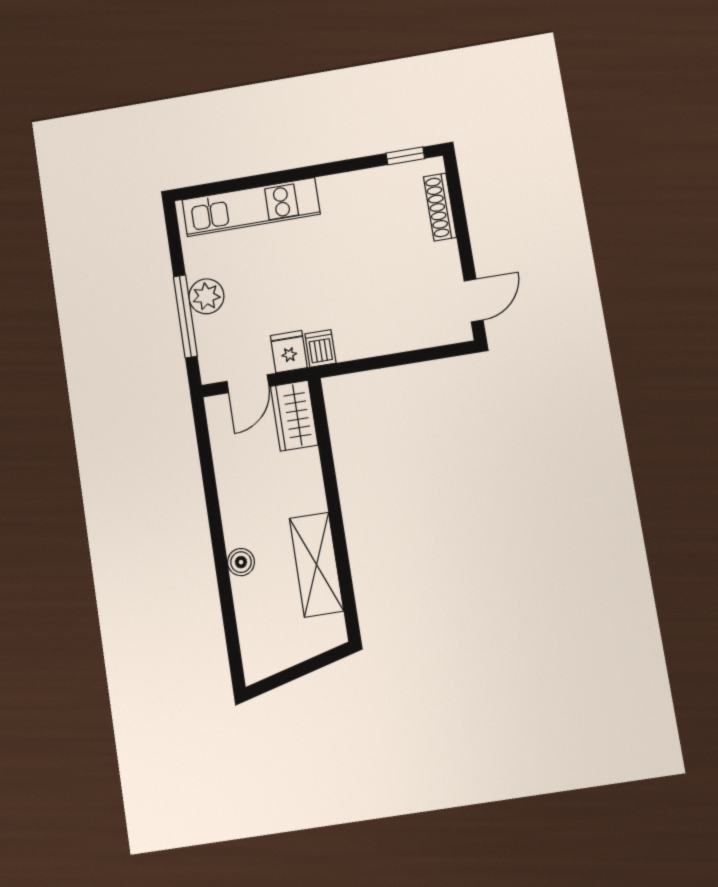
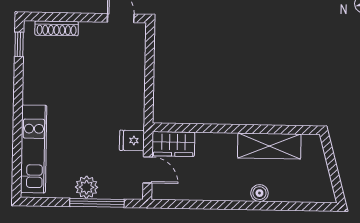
dishwasher: (320, 348) -> (134, 120), removed

